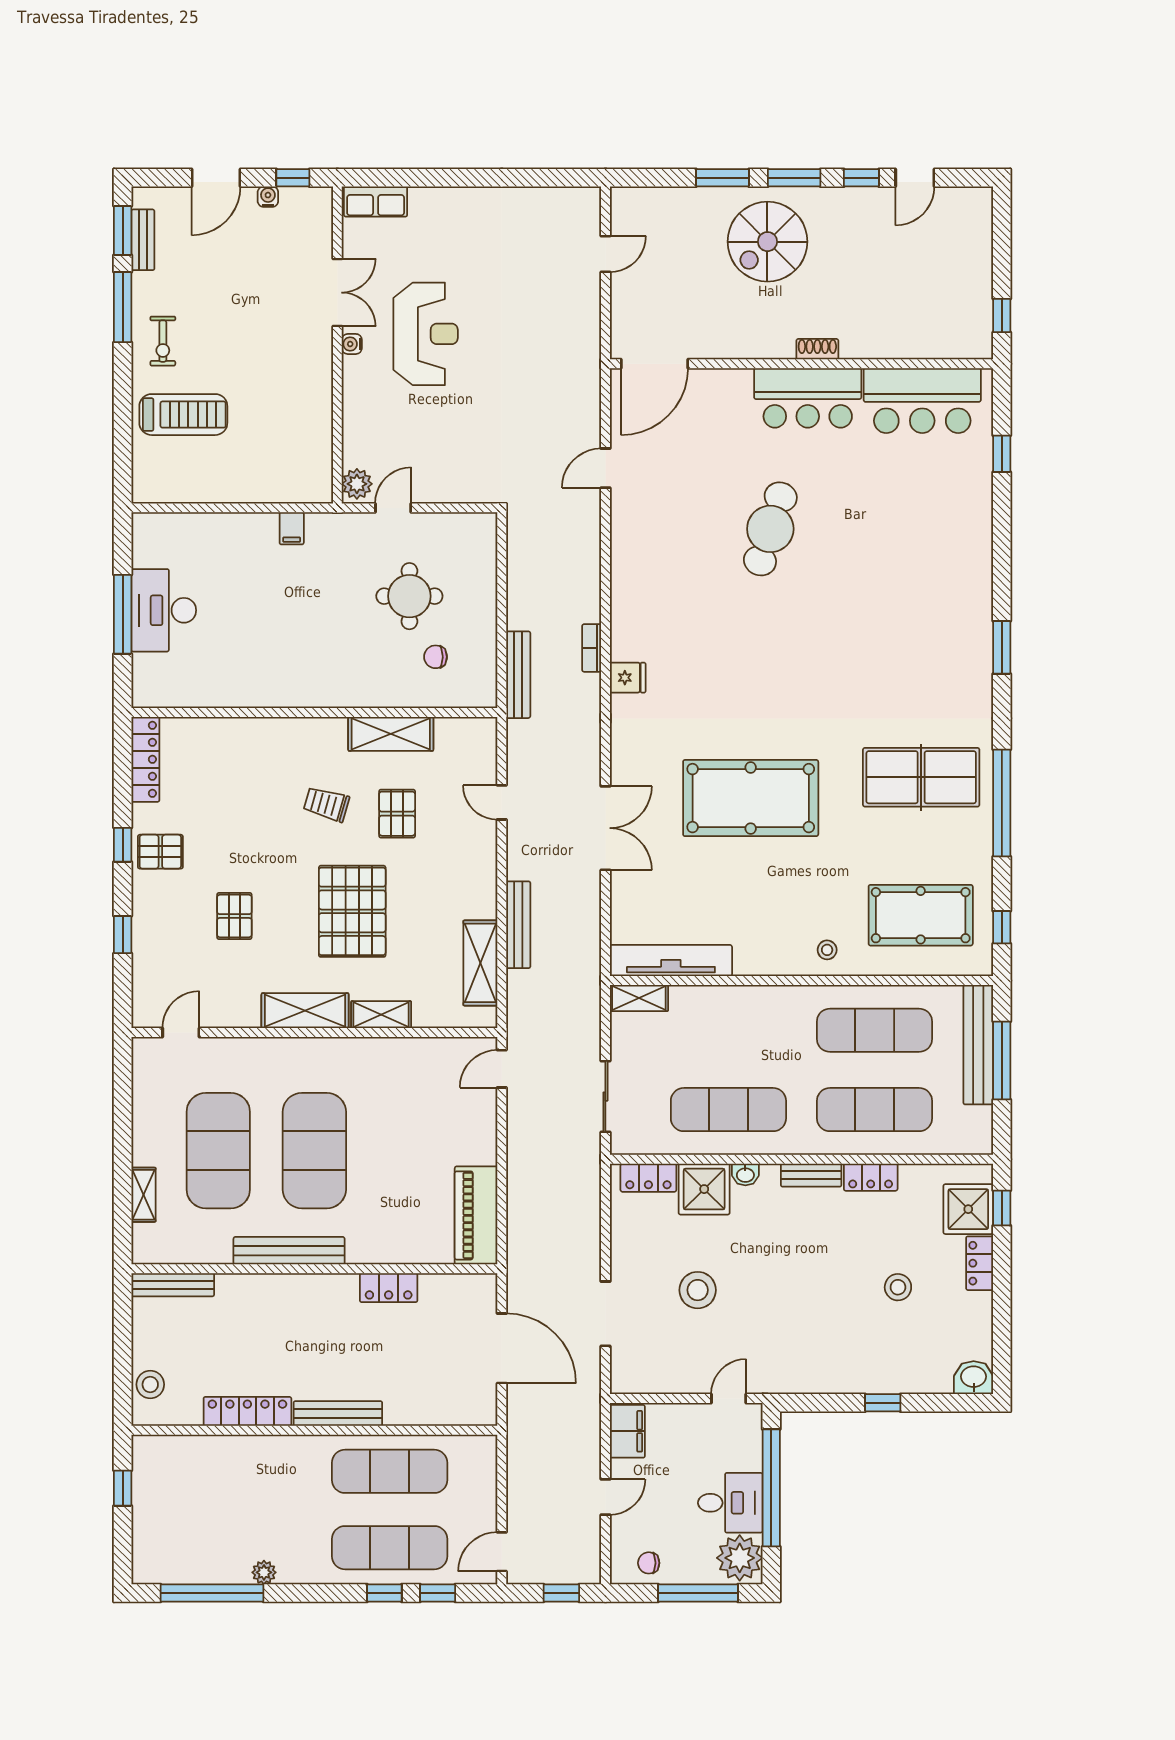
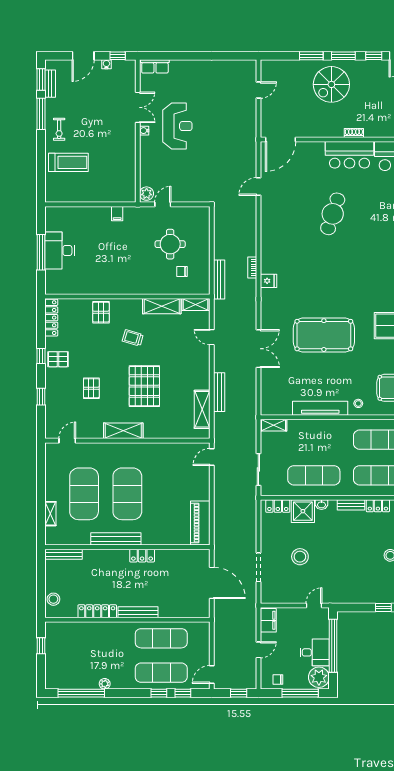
pallet: (397, 814) -> (101, 312), moved
tv unit: (671, 961) -> (320, 408), moved
shelving: (381, 1015) -> (195, 305), moved
locker: (389, 1288) -> (142, 556), moved

